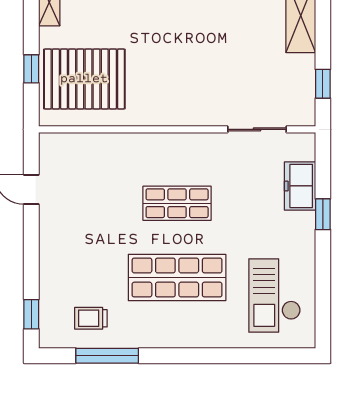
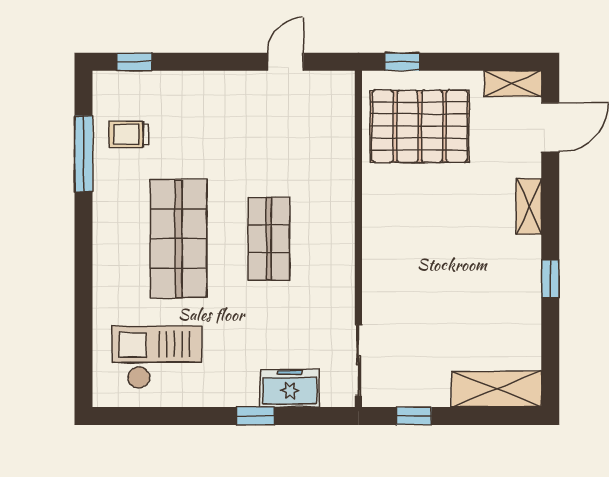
window: (31, 69) -> (402, 62), moved
pallet: (84, 79) -> (420, 126), turned 90
sliding door: (257, 129) -> (358, 360), moved
trolley: (91, 318) -> (129, 134), turned -90

